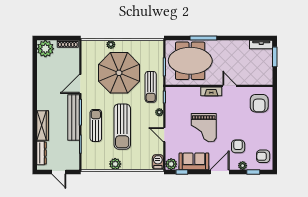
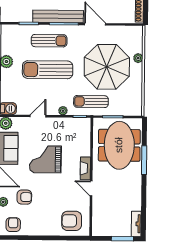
door: (230, 86) -> (91, 188), swing flipped

